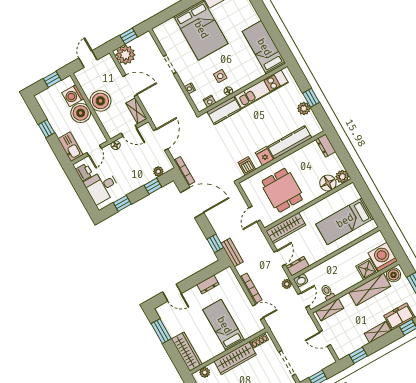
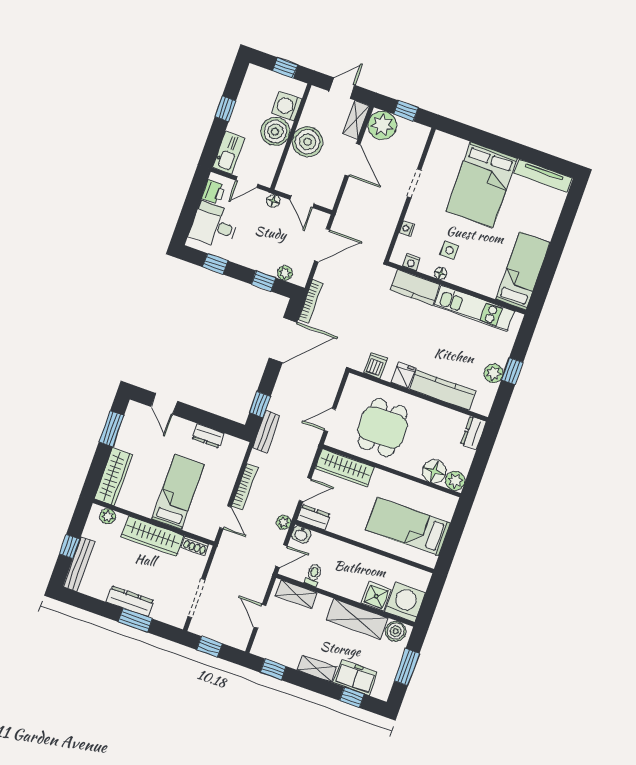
shelving: (136, 111) -> (356, 120), moved
door: (192, 203) -> (283, 340), hinge flipped

